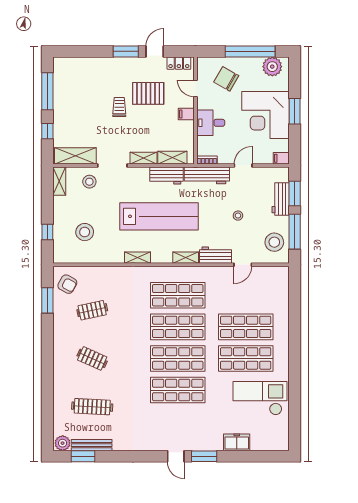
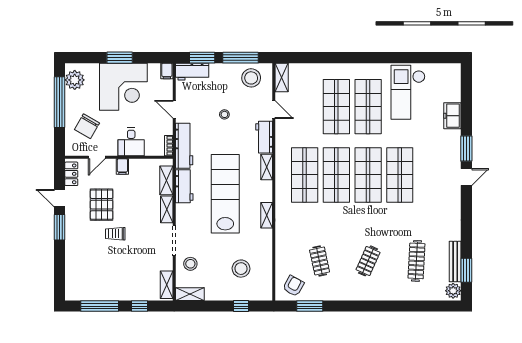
shelving: (75, 156) -> (167, 285), width x0.67, depth x0.75
workbench: (281, 199) -> (192, 72), moved
shelving: (275, 273) -> (282, 77), added

